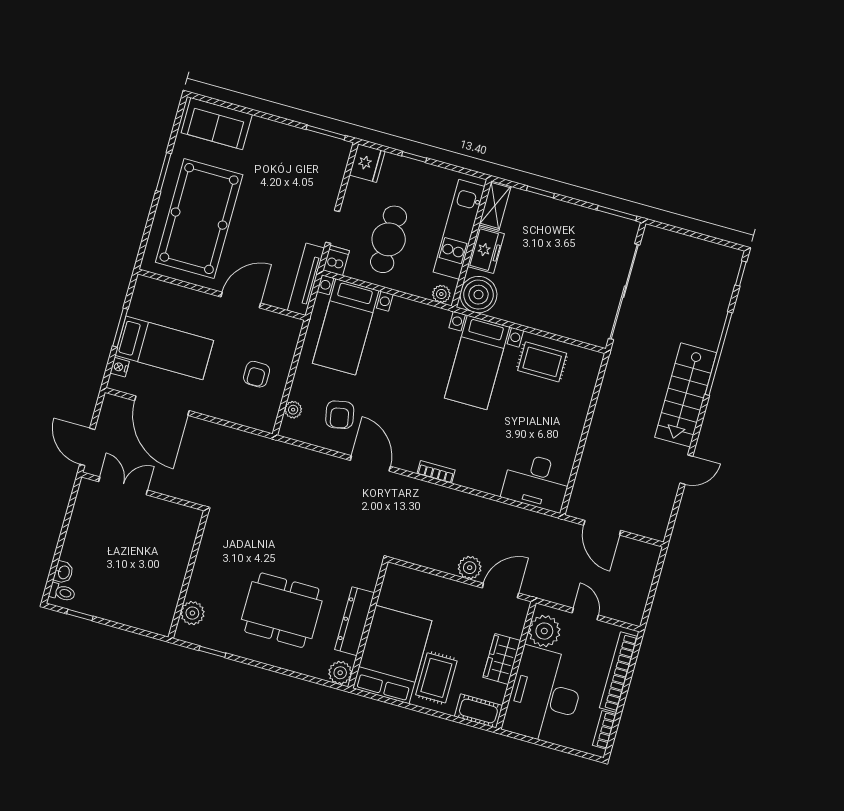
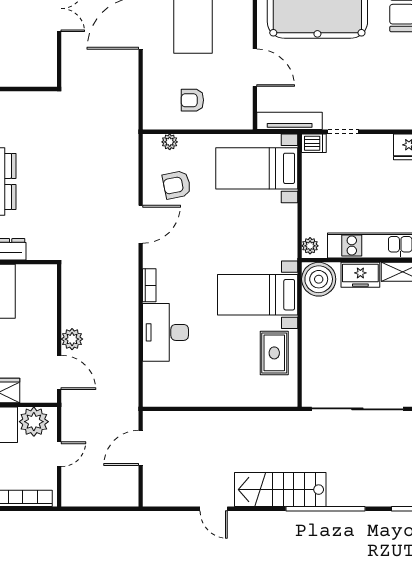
cafe table: (389, 239) -> (346, 185), removed
desk: (537, 482) -> (166, 332), moved

